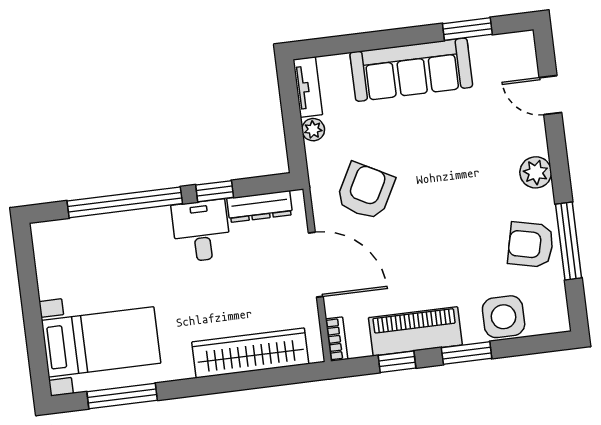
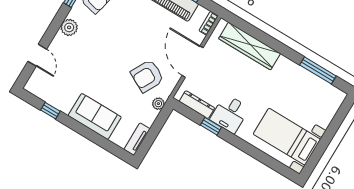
window: (467, 29) -> (50, 111), width x0.67
sofa: (411, 70) -> (95, 116), width x0.73
plant: (313, 130) -> (158, 104), moved
window: (125, 202) -> (253, 151), removed
bed with nightstands: (101, 342) -> (287, 137), moved

